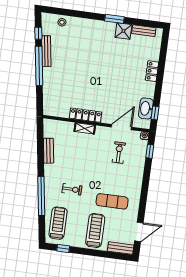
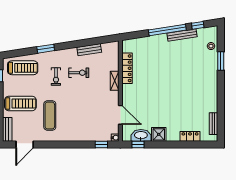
window: (114, 19) -> (221, 61), moved
shower: (123, 31) -> (159, 134), moved
locker: (152, 71) -> (190, 136), moved
locker: (86, 115) -> (127, 68), moved
exercise bike: (119, 153) -> (79, 73), moved
window: (41, 196) -> (46, 49), width x0.47
door: (139, 232) -> (25, 145), hinge flipped

